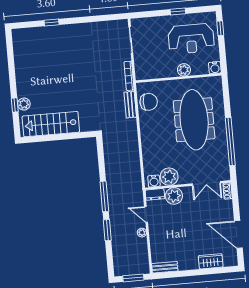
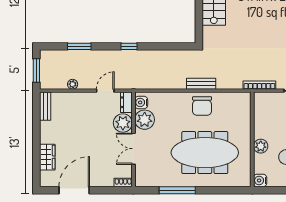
chair: (149, 102) -> (202, 106), moved
bench: (130, 105) -> (201, 84), moved
window: (230, 142) -> (177, 190), width x0.68
double door: (206, 183) -> (133, 149), moved
window: (104, 196) -> (129, 46), width x0.46
window: (107, 230) -> (79, 46), moved
plant: (142, 233) -> (73, 84), moved

